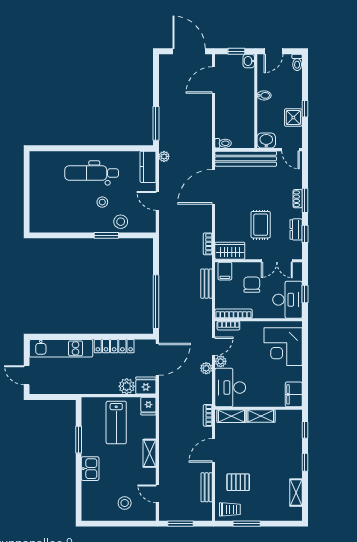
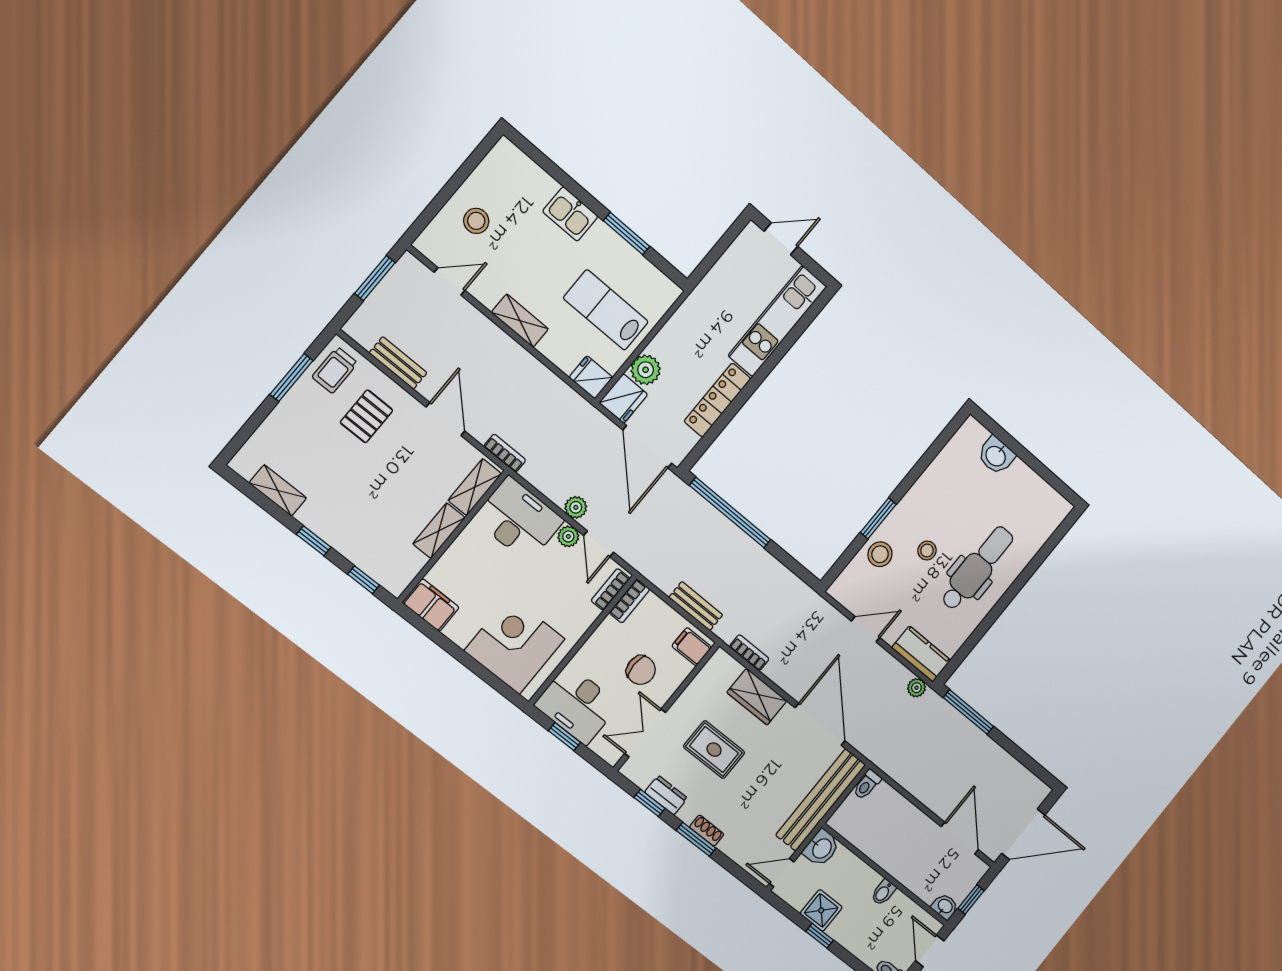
washbasin: (37, 206) -> (996, 456), added
wardrobe: (230, 251) -> (757, 697), moved, turned 90
bookcase: (234, 314) -> (629, 601), width x0.64

